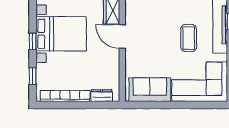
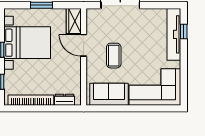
coffee table: (189, 38) -> (114, 56), moved

